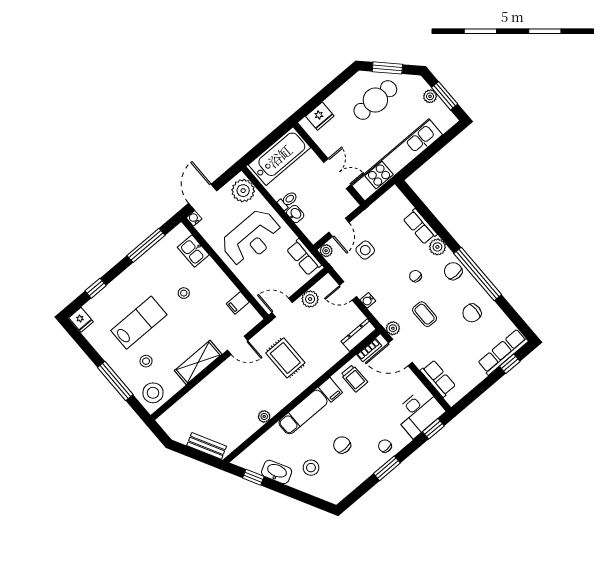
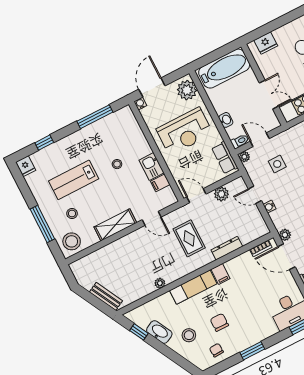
toilet: (288, 200) -> (240, 141), moved
door: (339, 227) -> (260, 140), swing flipped
kitchen sink: (193, 251) -> (152, 166), moved
lab bench: (139, 323) -> (74, 180), turned 180
dresser: (359, 335) -> (227, 248), moved
trolley: (354, 378) -> (243, 269), removed
chair: (385, 446) -> (216, 350), moved

